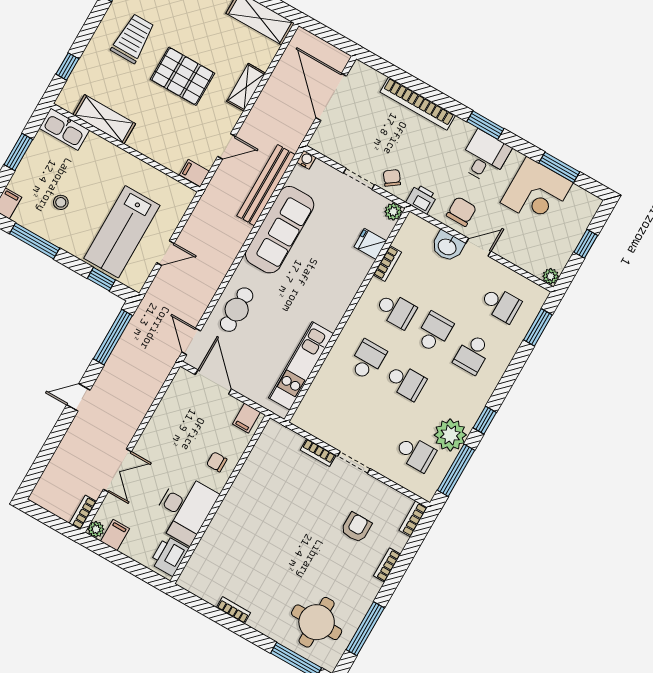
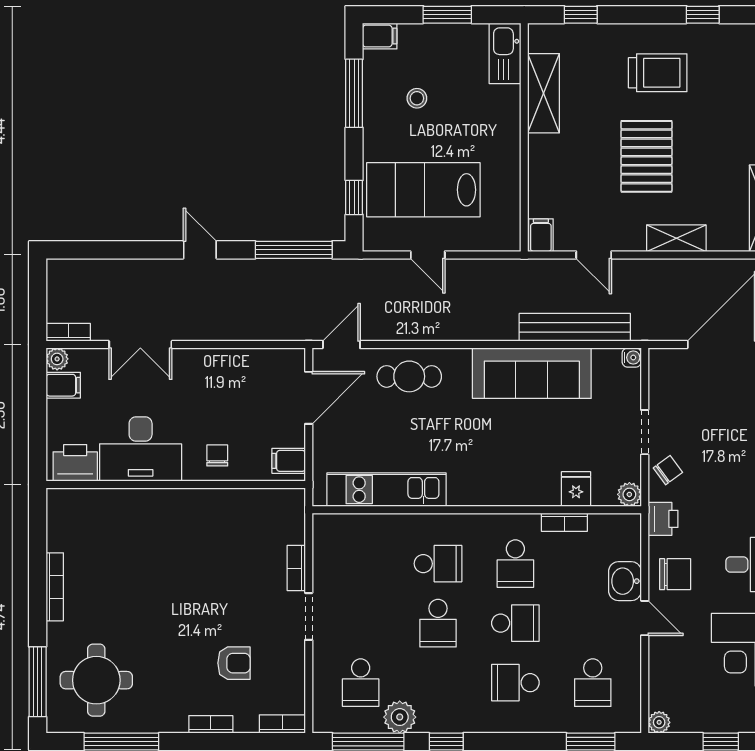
plant: (450, 435) -> (400, 717), width x0.73, depth x0.73
bookcase: (234, 610) -> (55, 587), width x1.56

